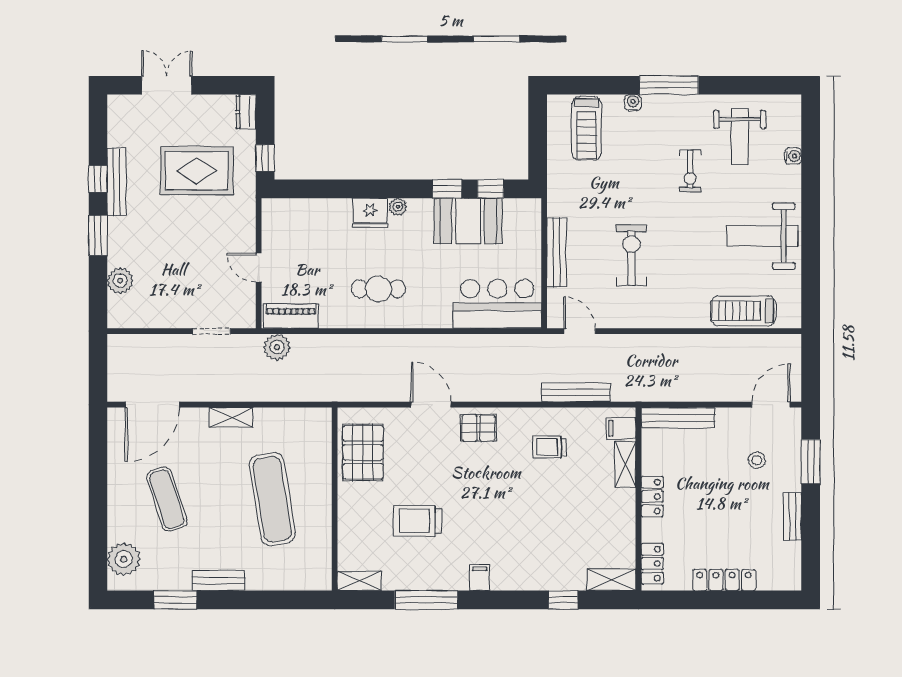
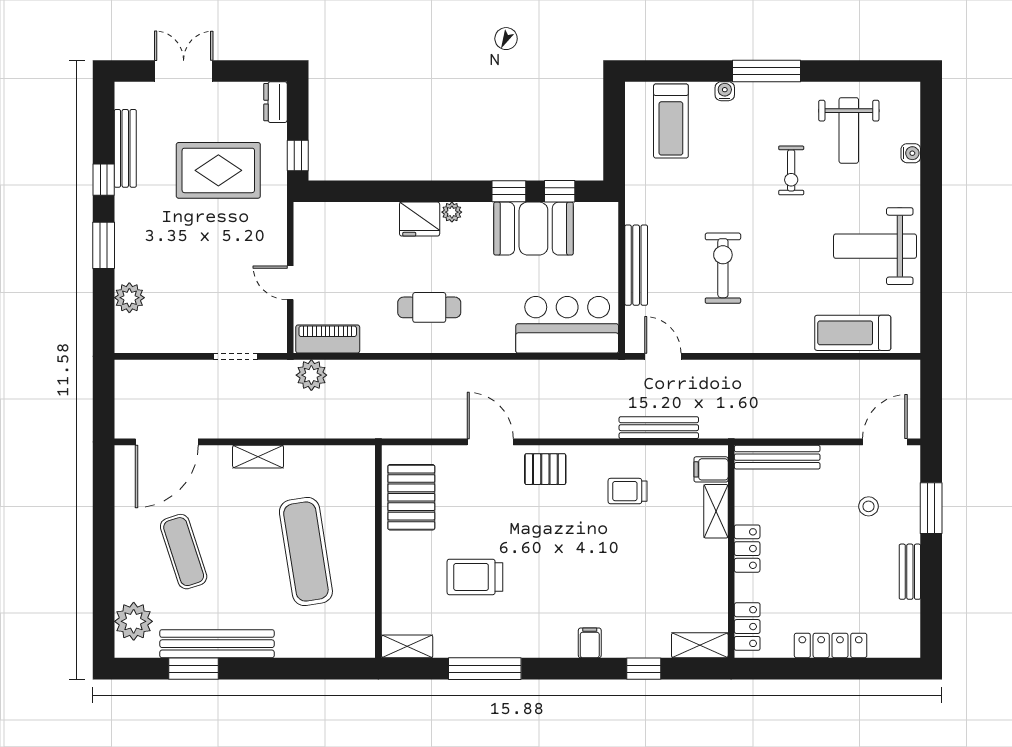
bench: (117, 182) -> (125, 148), moved
filing cabinet: (479, 578) -> (590, 643), moved
bench: (218, 581) -> (217, 644), width x1.86, depth x1.21

